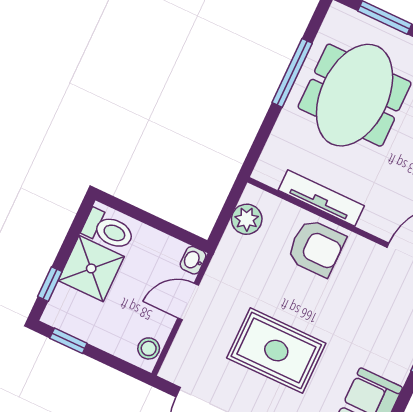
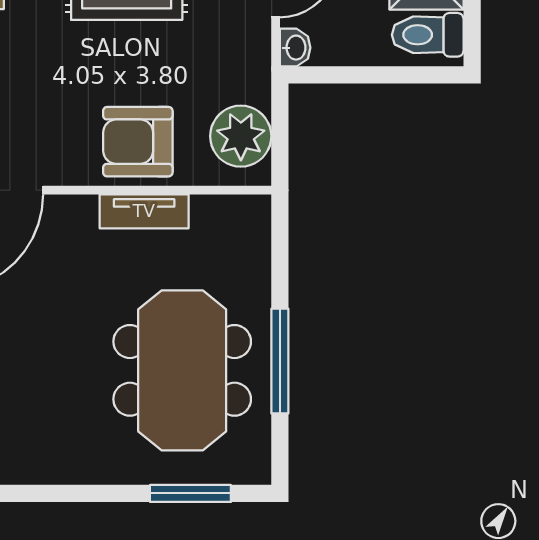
tv unit: (321, 198) -> (144, 211), width x0.71
plant: (247, 219) -> (241, 136), width x1.36, depth x1.36

